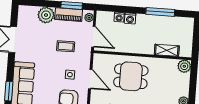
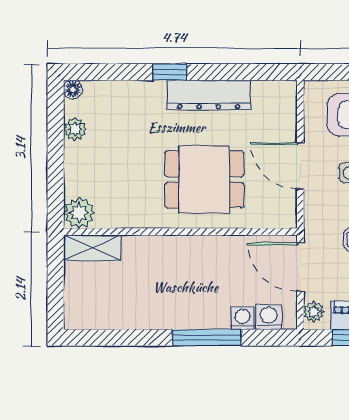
window: (160, 12) -> (207, 338), moved
washing machine: (130, 18) -> (269, 317), moved
shelving: (167, 50) -> (92, 248), moved

